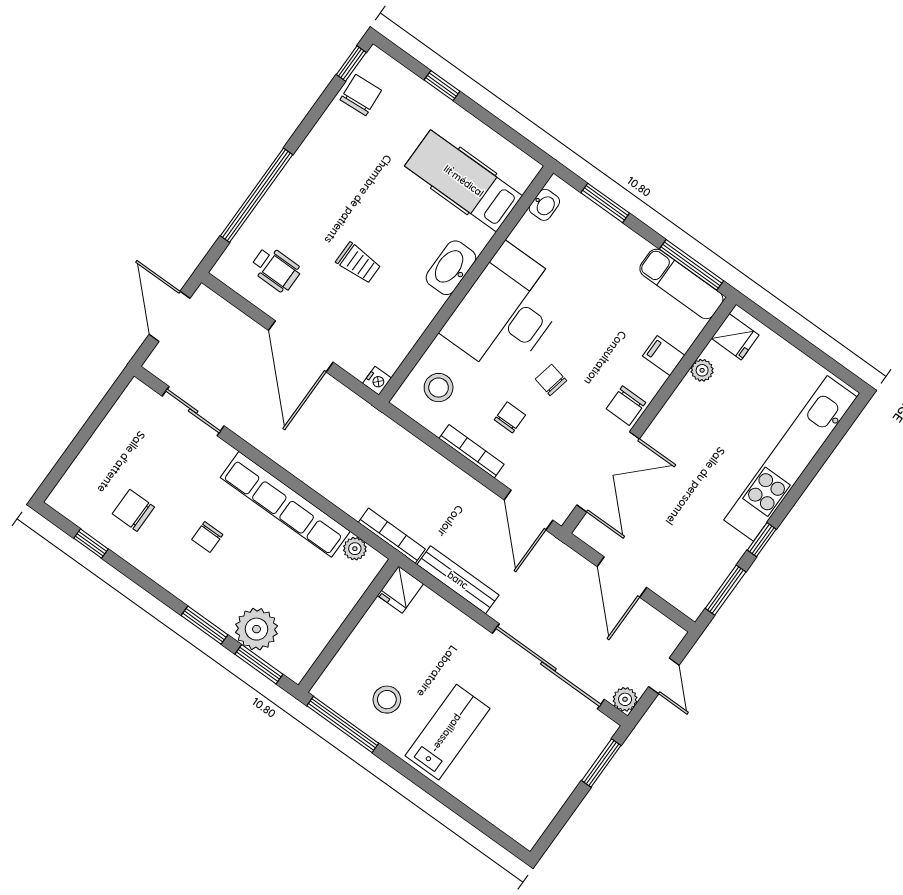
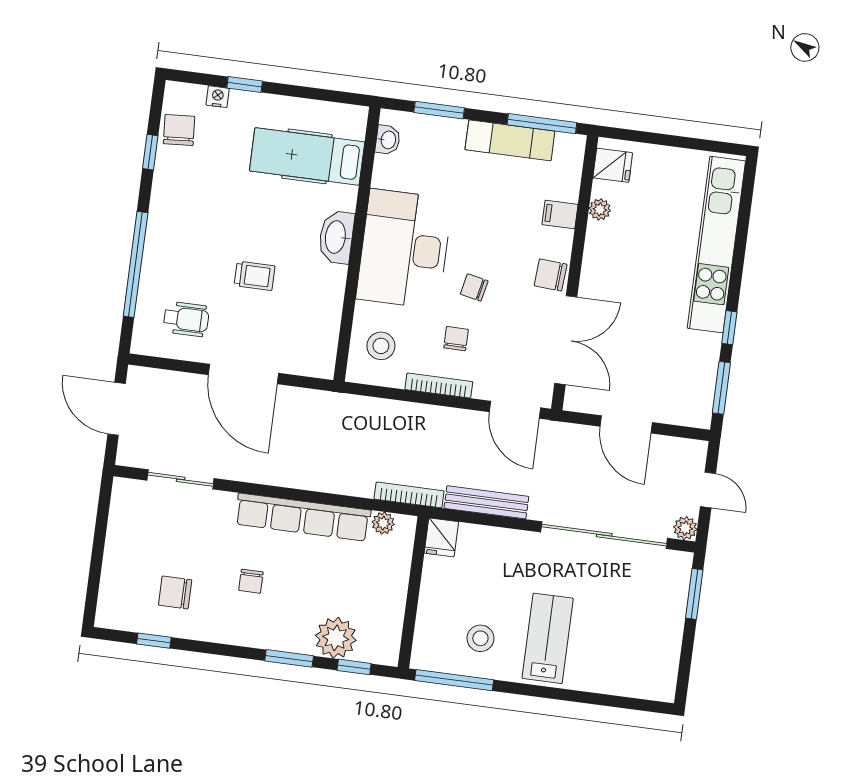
window: (351, 63) -> (150, 152), moved
exam couch: (681, 284) -> (510, 140), moved
nightstand: (377, 381) -> (218, 97), moved, turned -90
chair: (626, 406) -> (551, 275), turned 94
window: (259, 664) -> (354, 667), width x0.67

